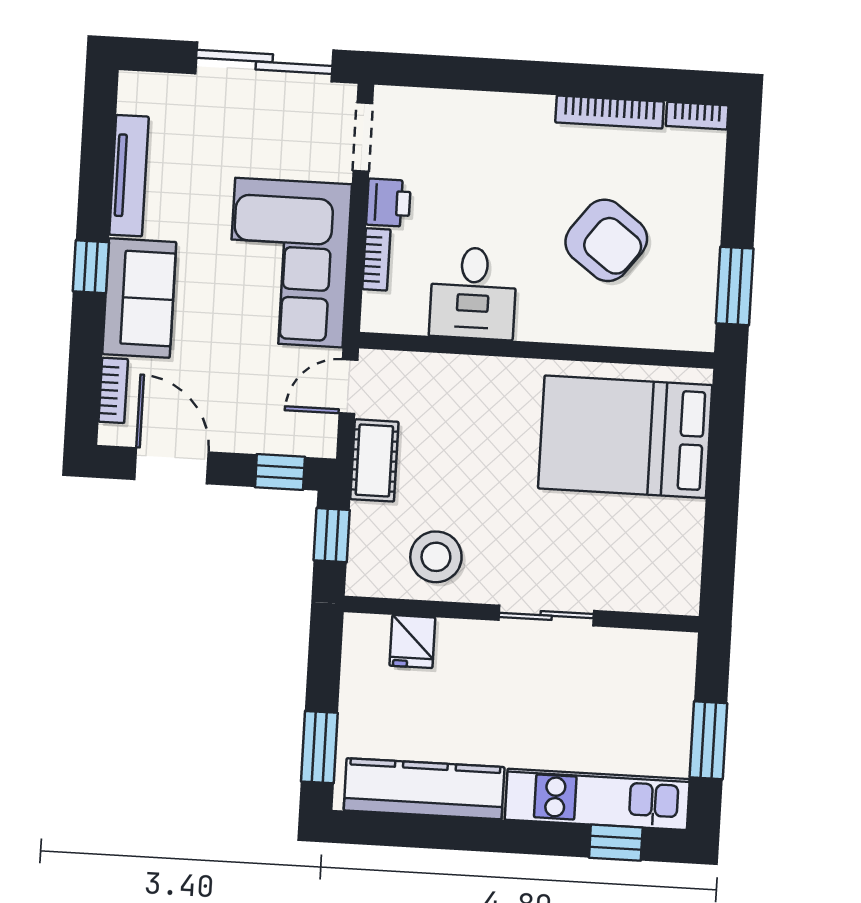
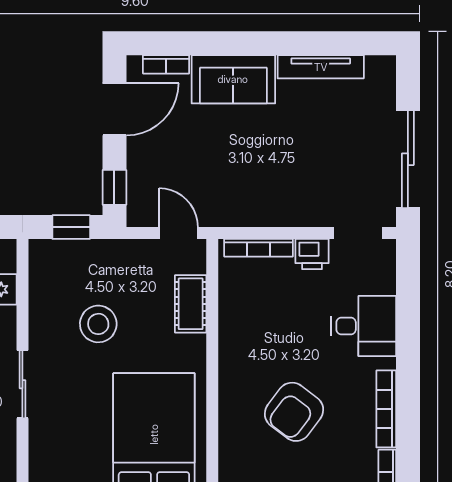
bookcase: (376, 259) -> (259, 248), width x1.56
corner sofa: (289, 263) -> (265, 185), removed
window: (91, 267) -> (254, 43), removed
desk: (473, 293) -> (364, 326), moved, turned 180
cot: (374, 460) -> (191, 304), moved, turned 90
stool: (436, 557) -> (98, 324), moved

